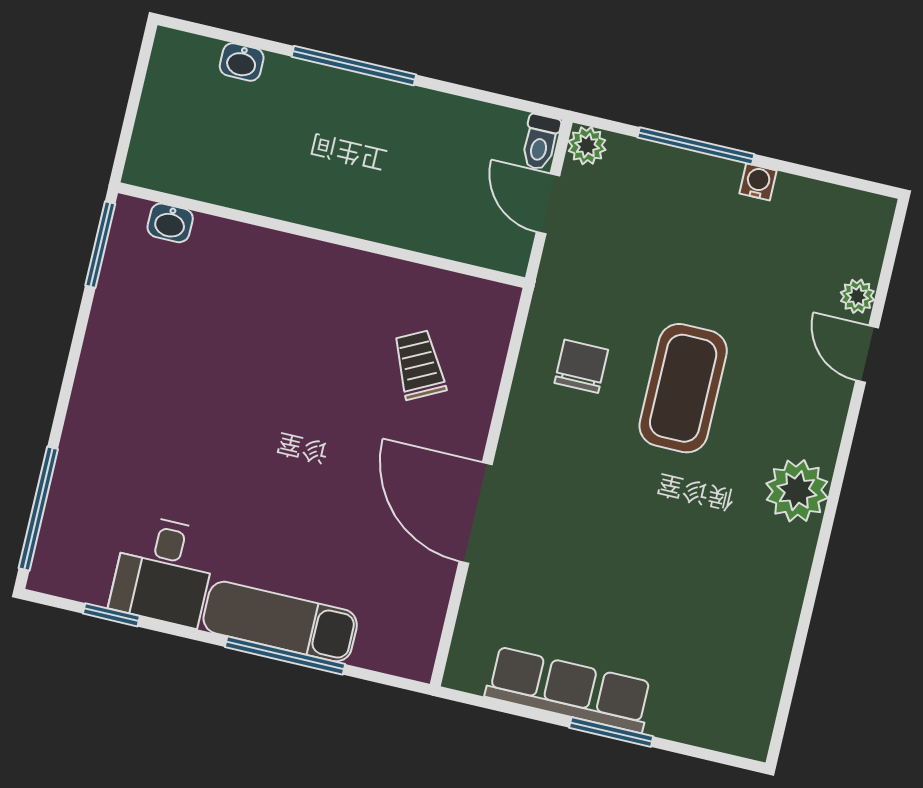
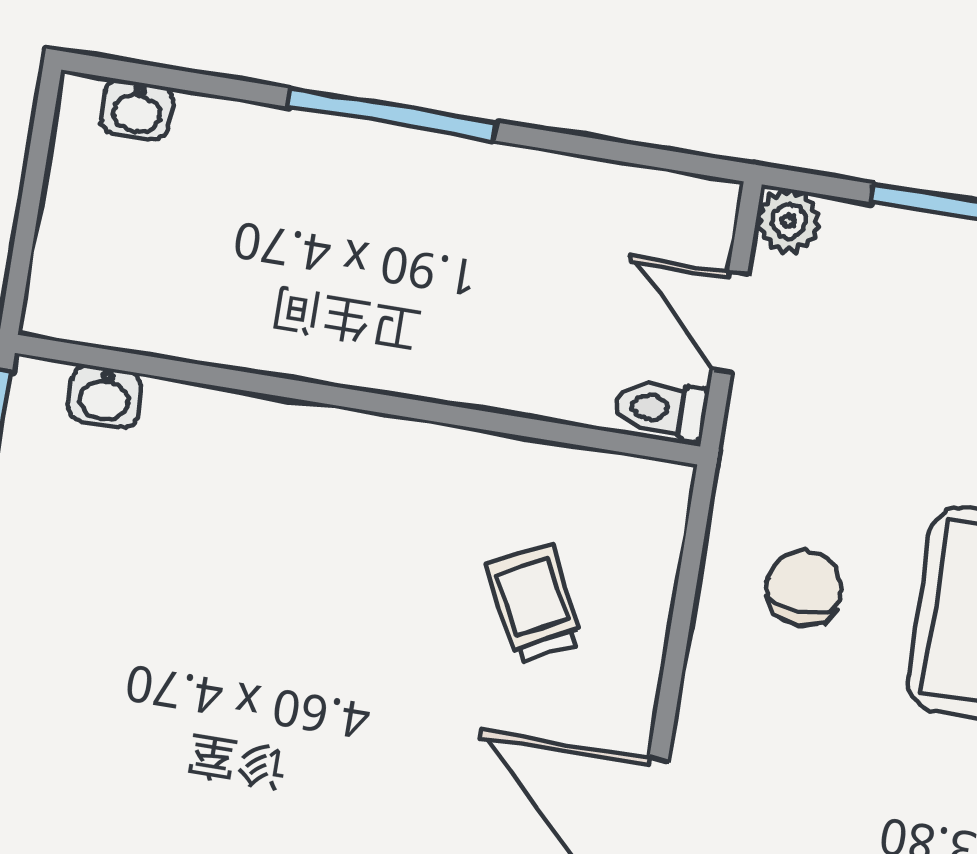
washbasin: (242, 62) -> (137, 110), moved
toilet: (540, 142) -> (662, 409), moved, turned 90

